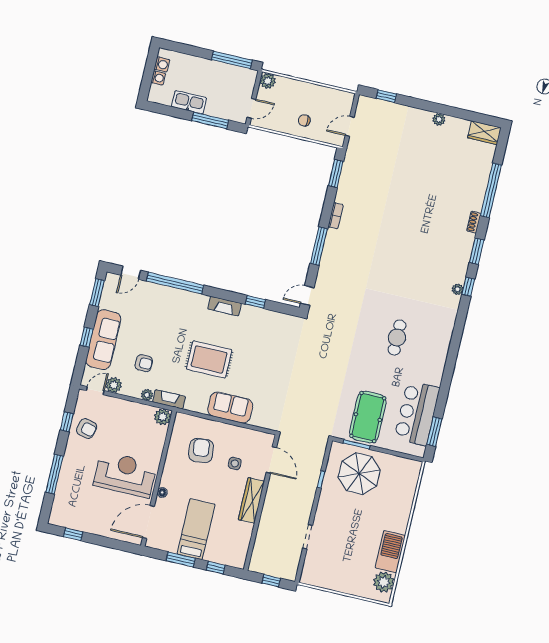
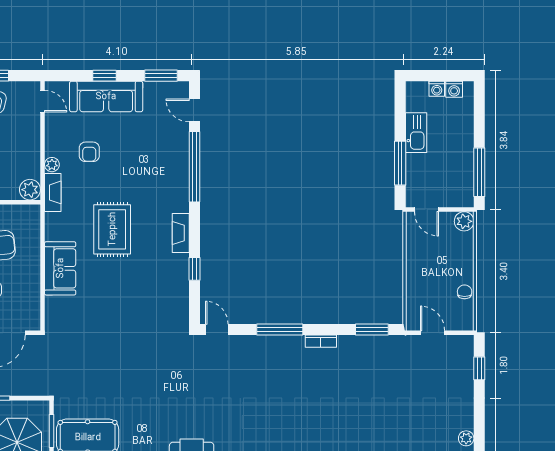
chair: (304, 120) -> (465, 292), moved
plant: (114, 385) -> (54, 122), removed

